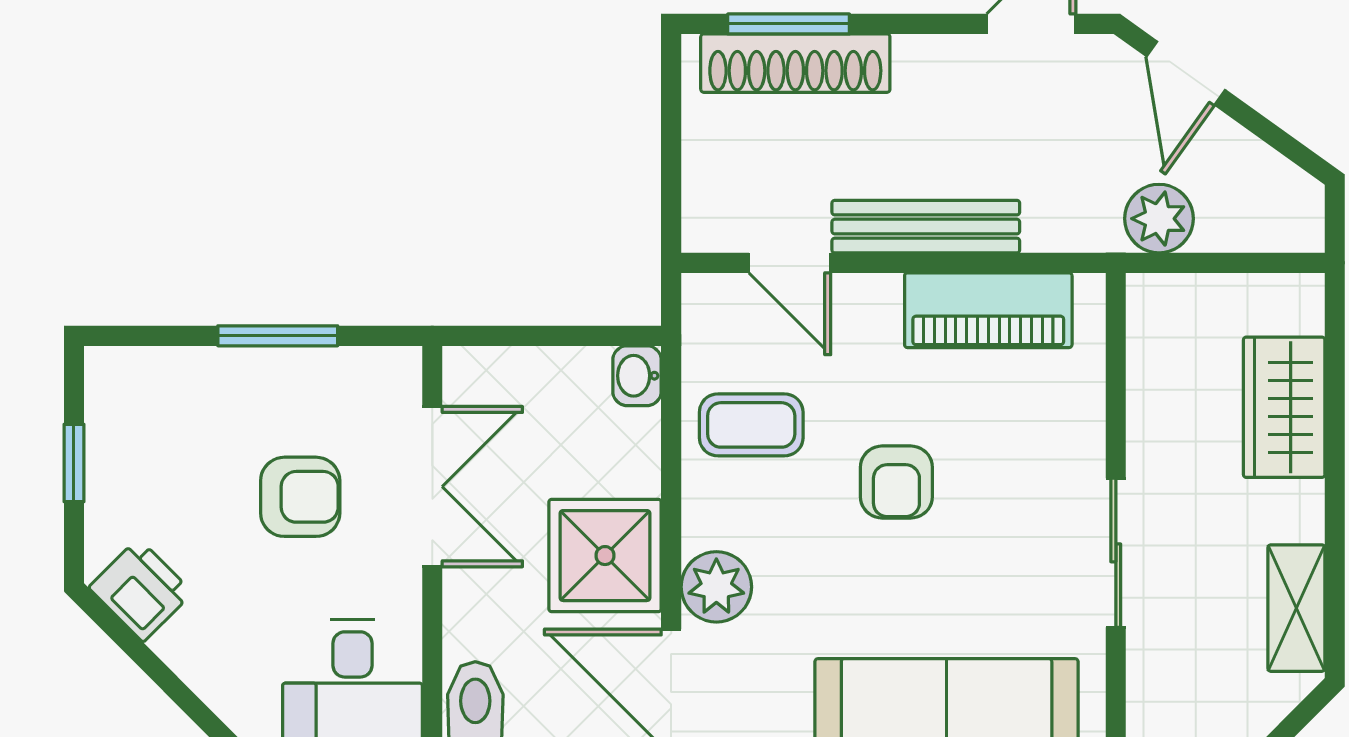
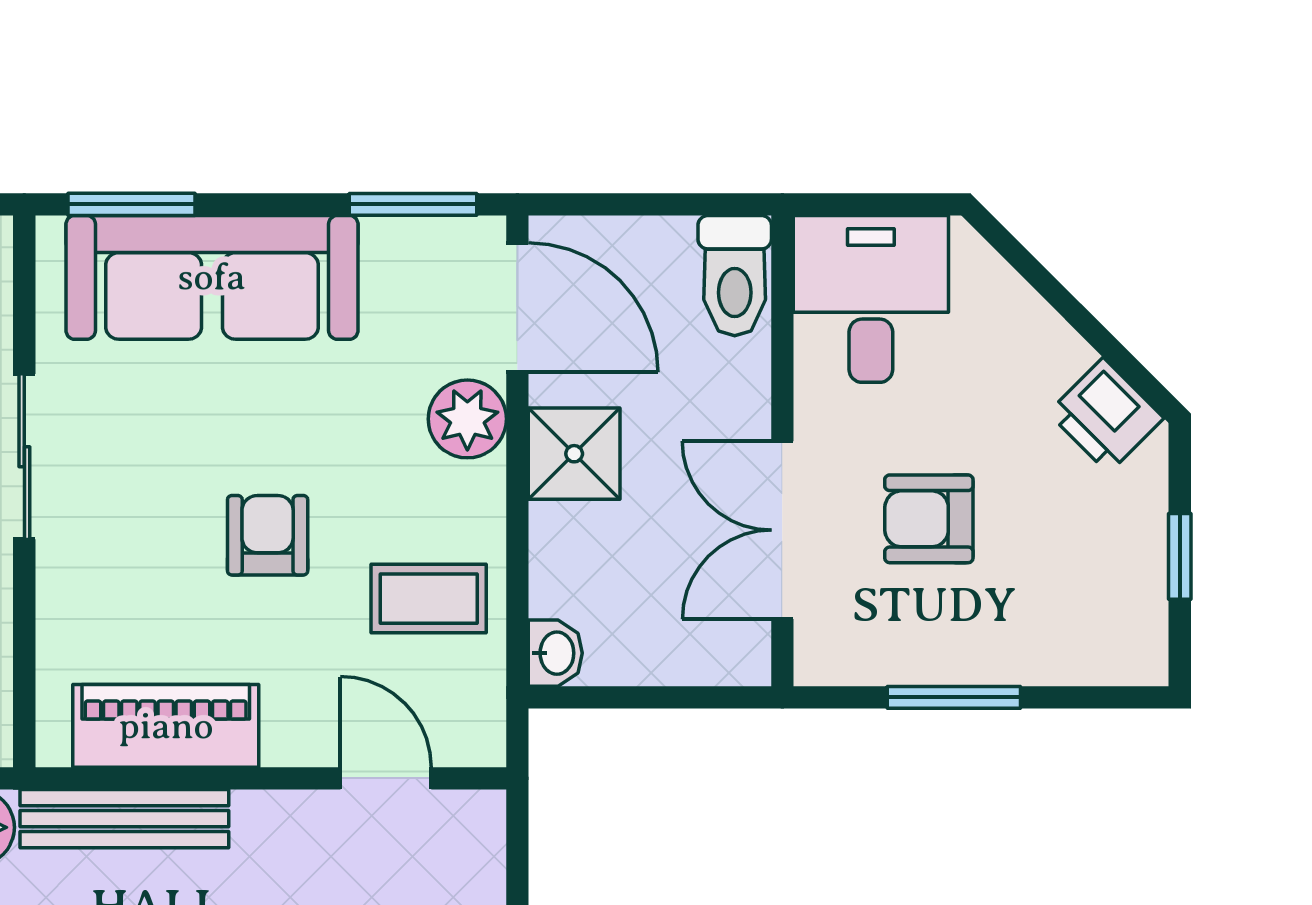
bench: (926, 227) -> (124, 819), moved
shower: (605, 556) -> (574, 454), width x0.73, depth x0.73

